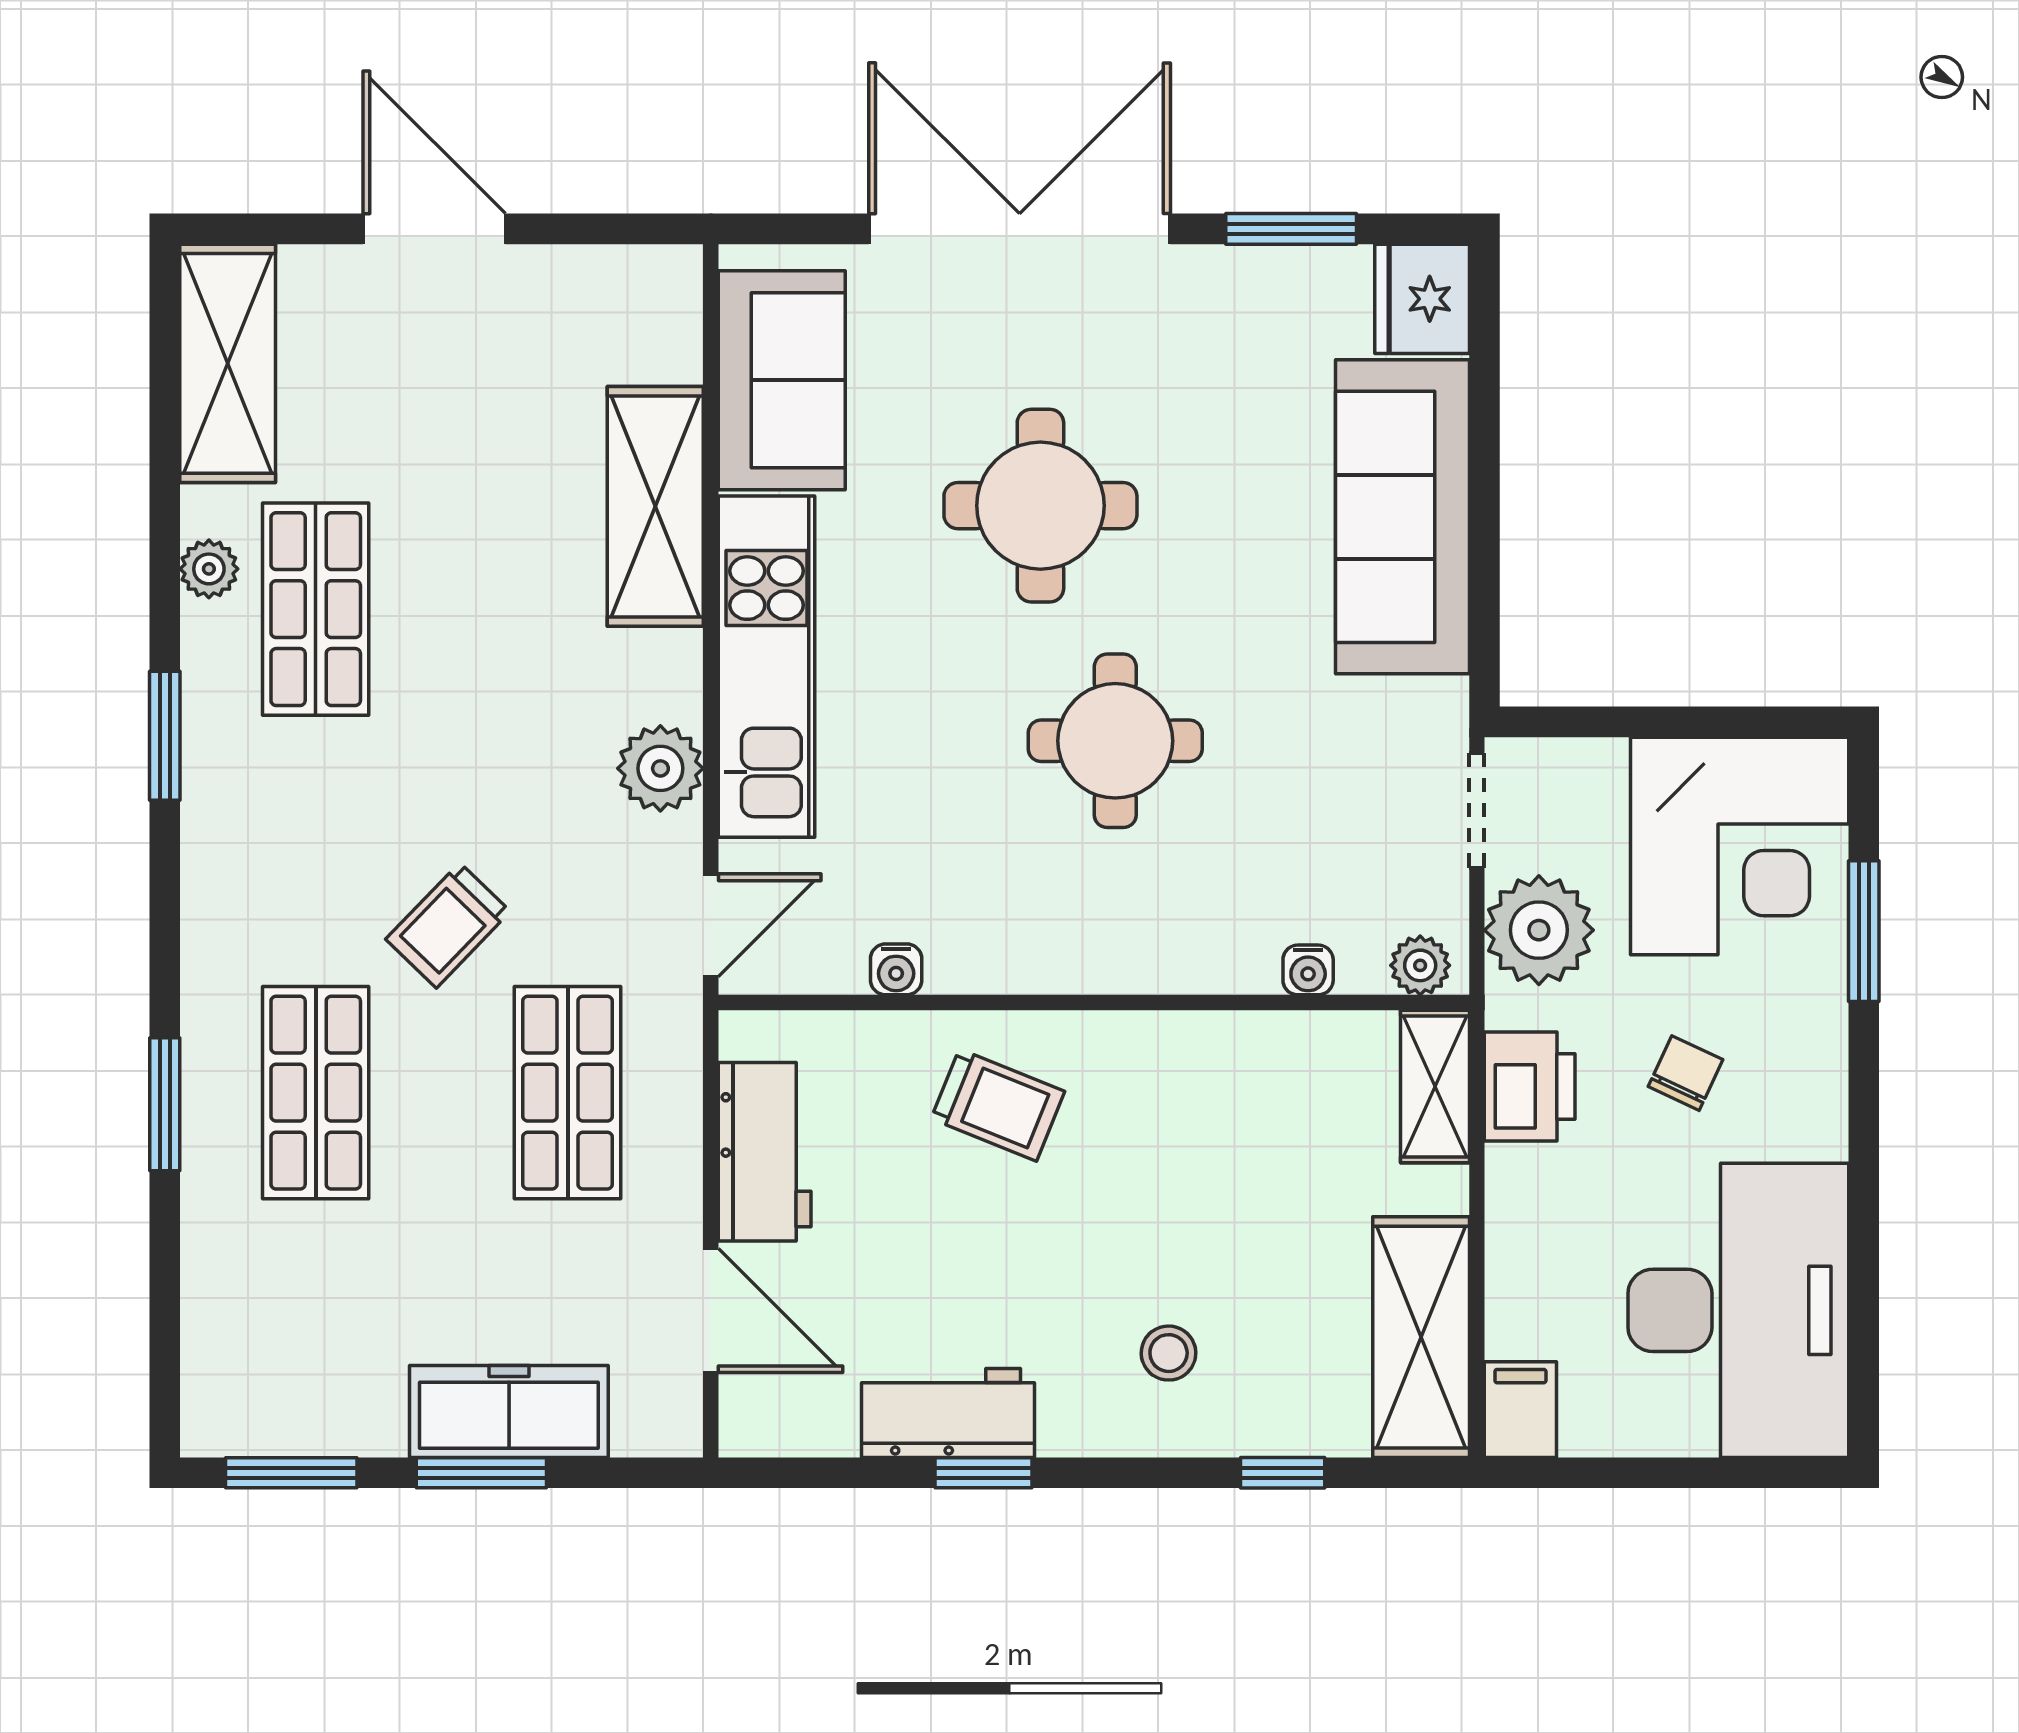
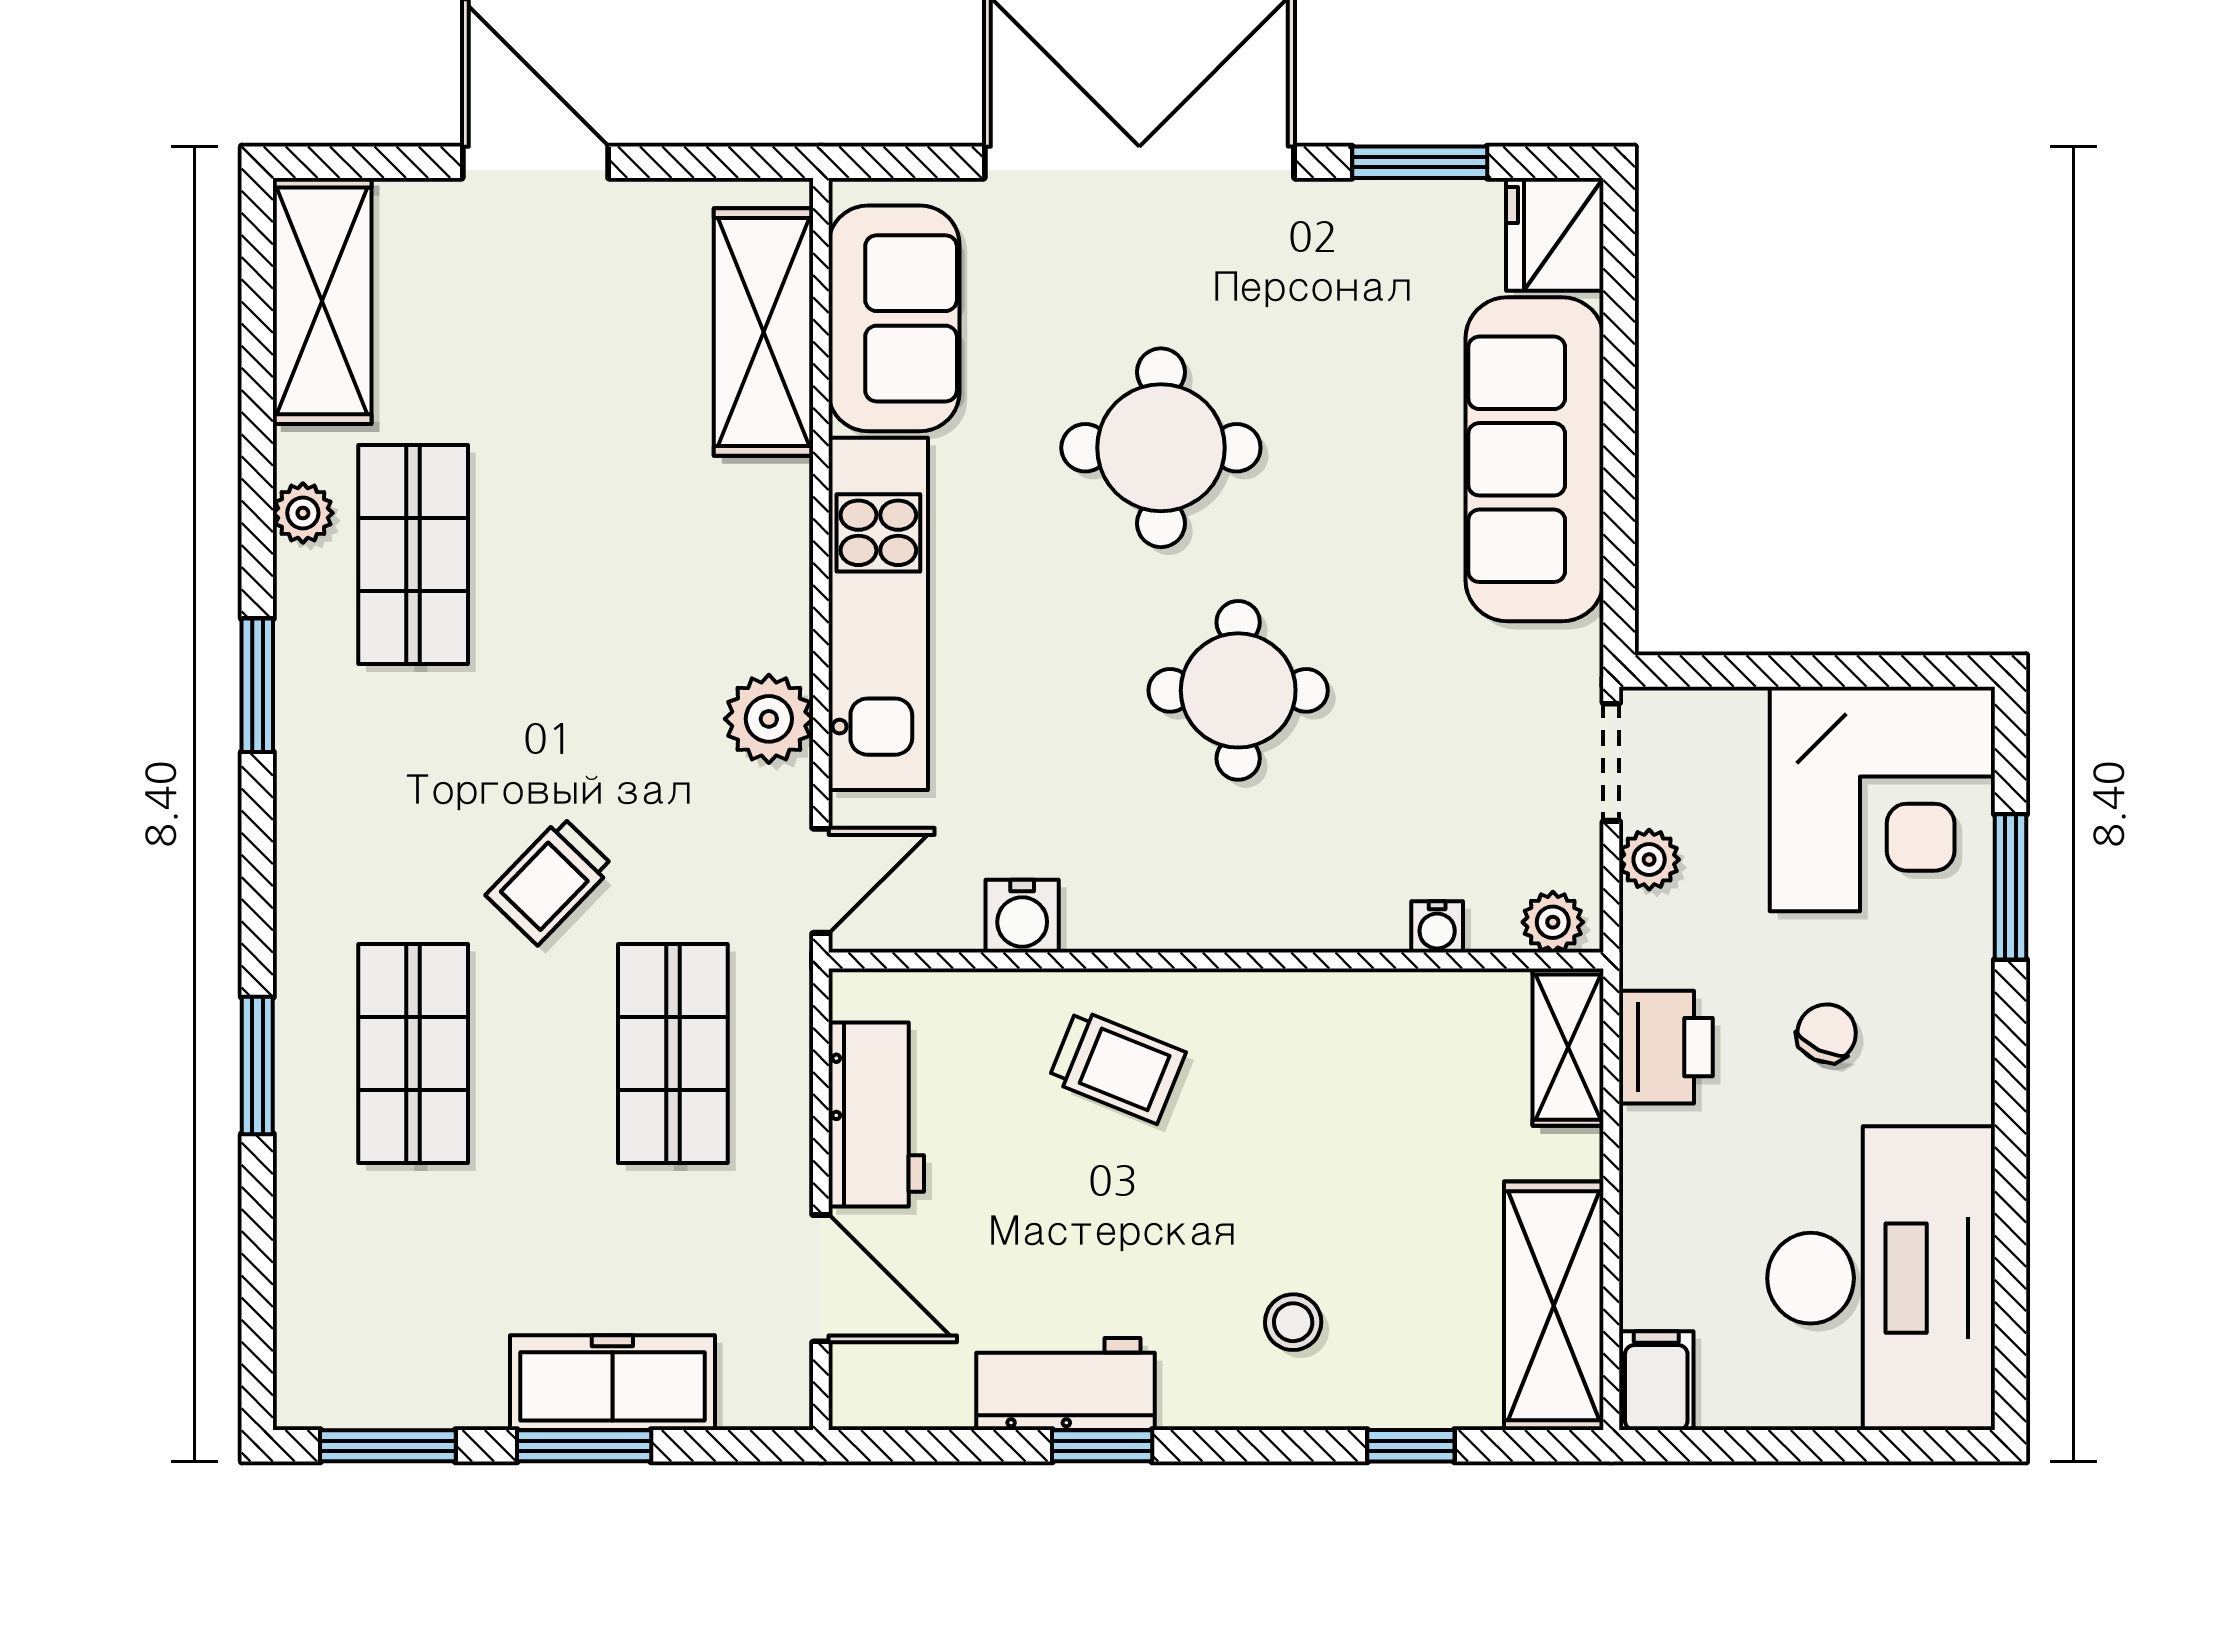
shelving: (655, 506) -> (763, 332), moved
plant: (1539, 930) -> (1649, 860), width x0.53, depth x0.53
water cooler: (896, 969) -> (1022, 916), width x1.38, depth x1.38

